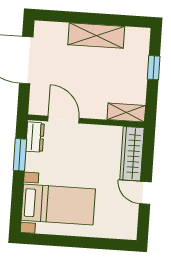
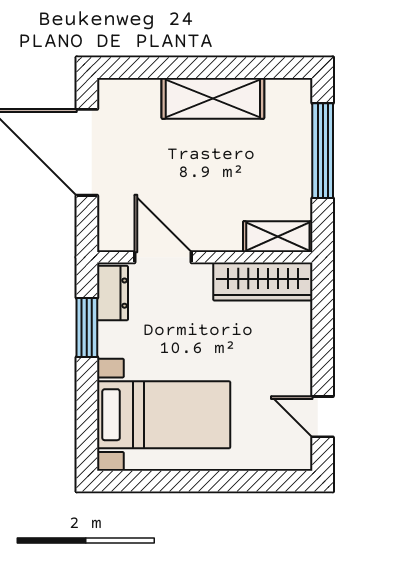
window: (154, 68) -> (323, 151), width x2.17
wardrobe: (132, 154) -> (263, 282), moved, turned -90
door: (145, 193) -> (323, 417), moved

